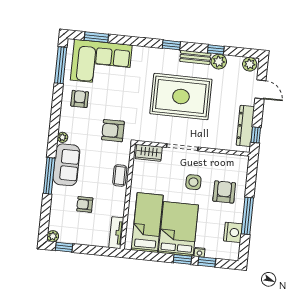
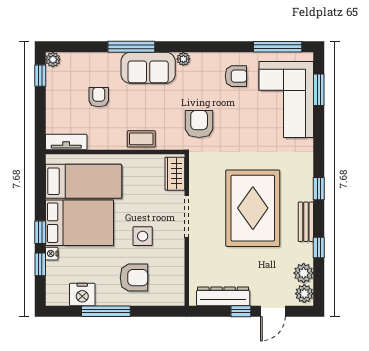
plant: (219, 62) -> (304, 273), moved
window: (256, 135) -> (241, 311), moved

